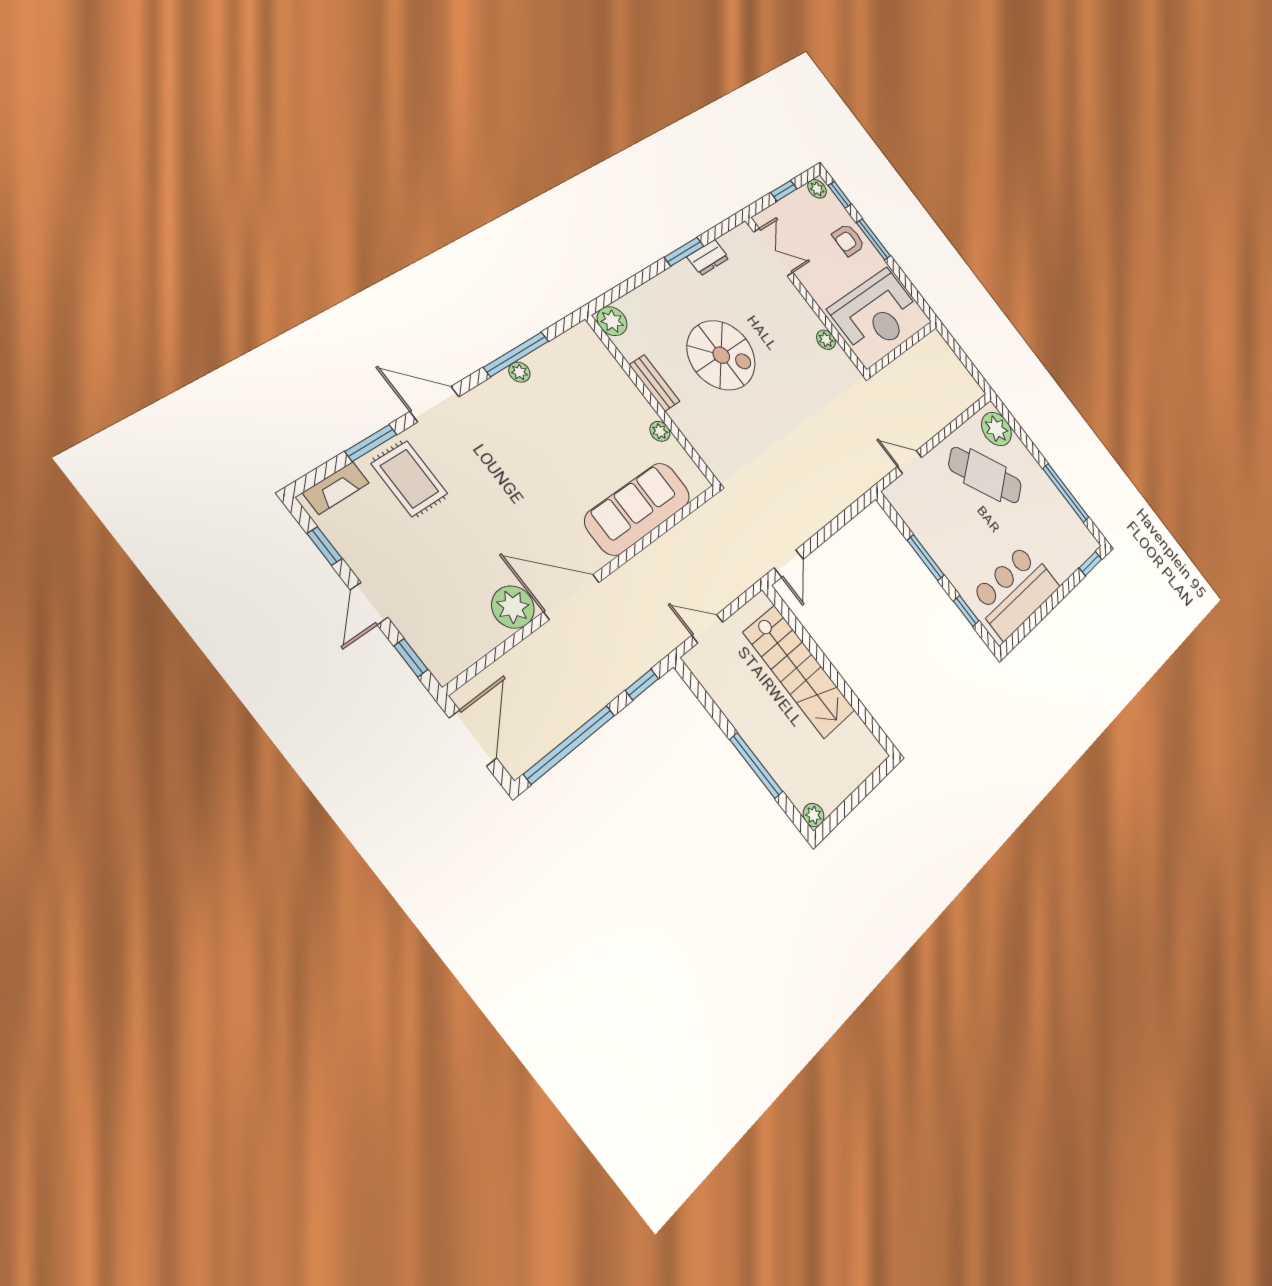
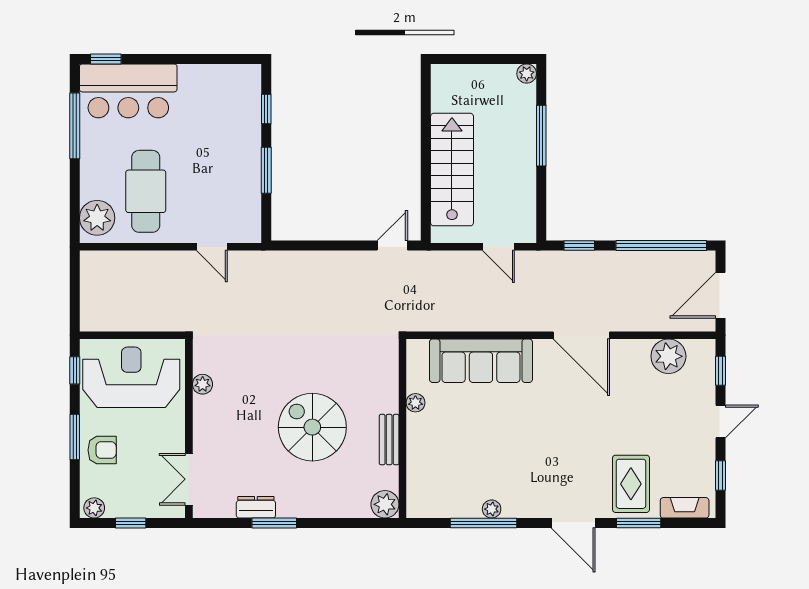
window: (840, 195) -> (75, 370), moved
cafe table: (985, 475) -> (146, 191), turned 32
bar counter: (1015, 591) -> (128, 91), moved
plant: (513, 607) -> (668, 356), moved

